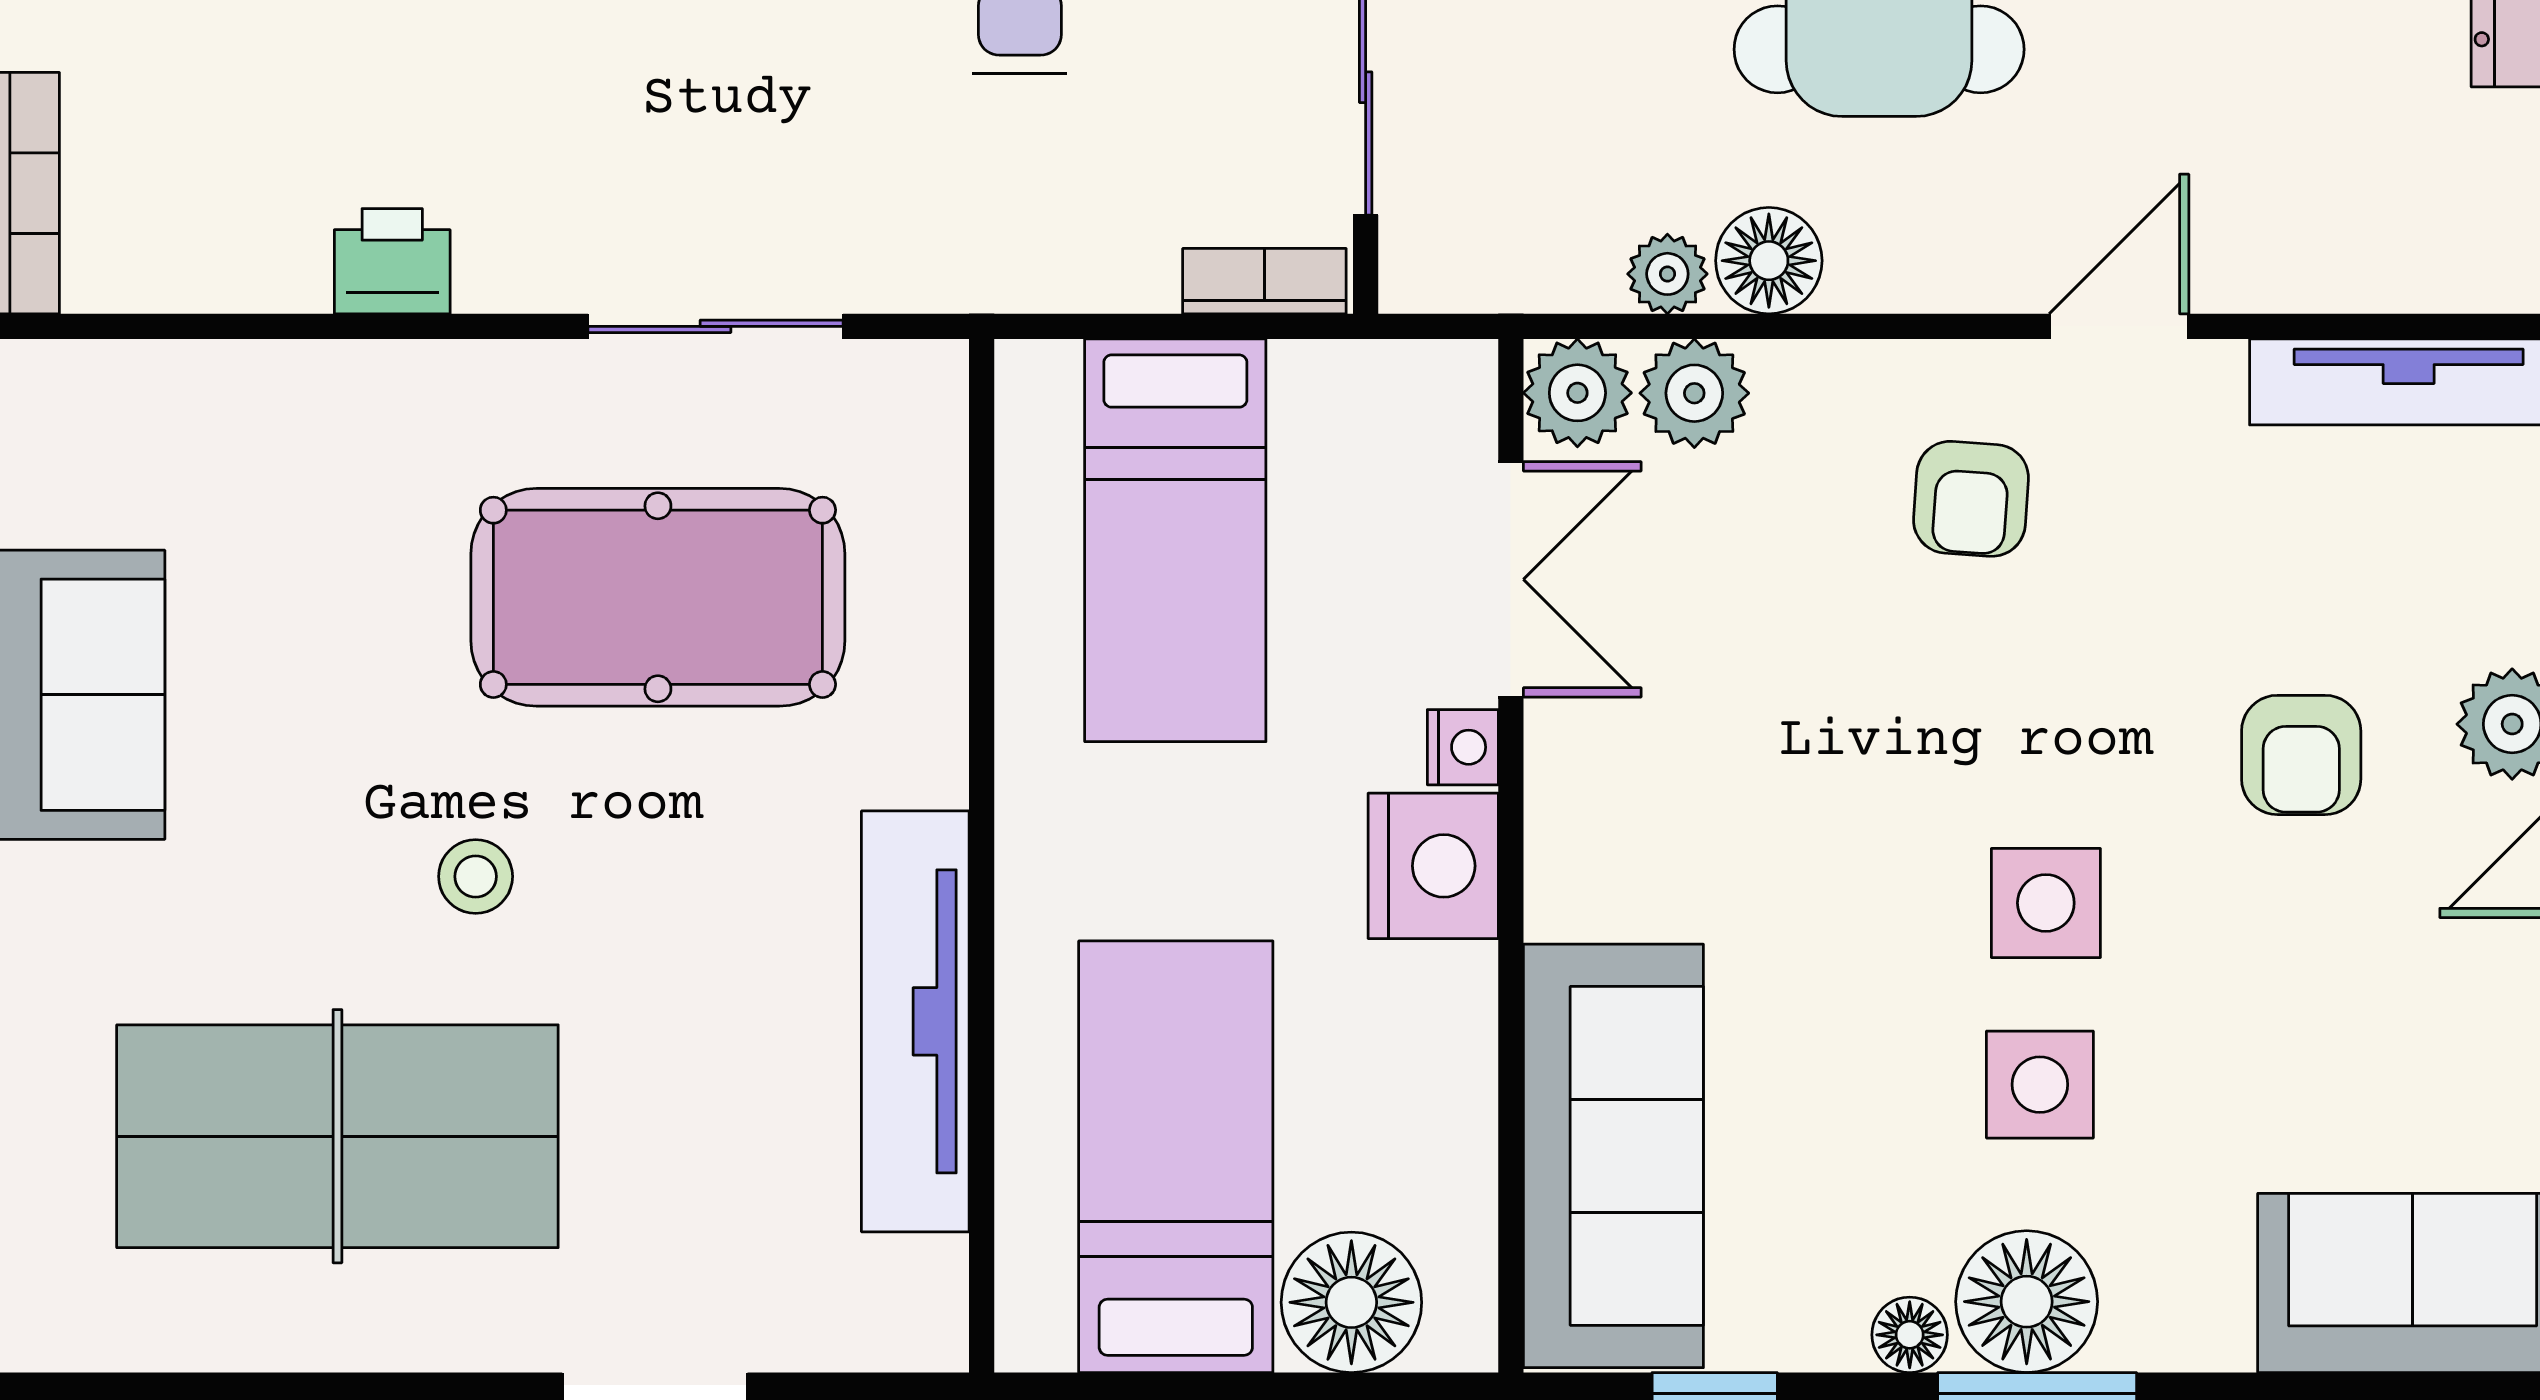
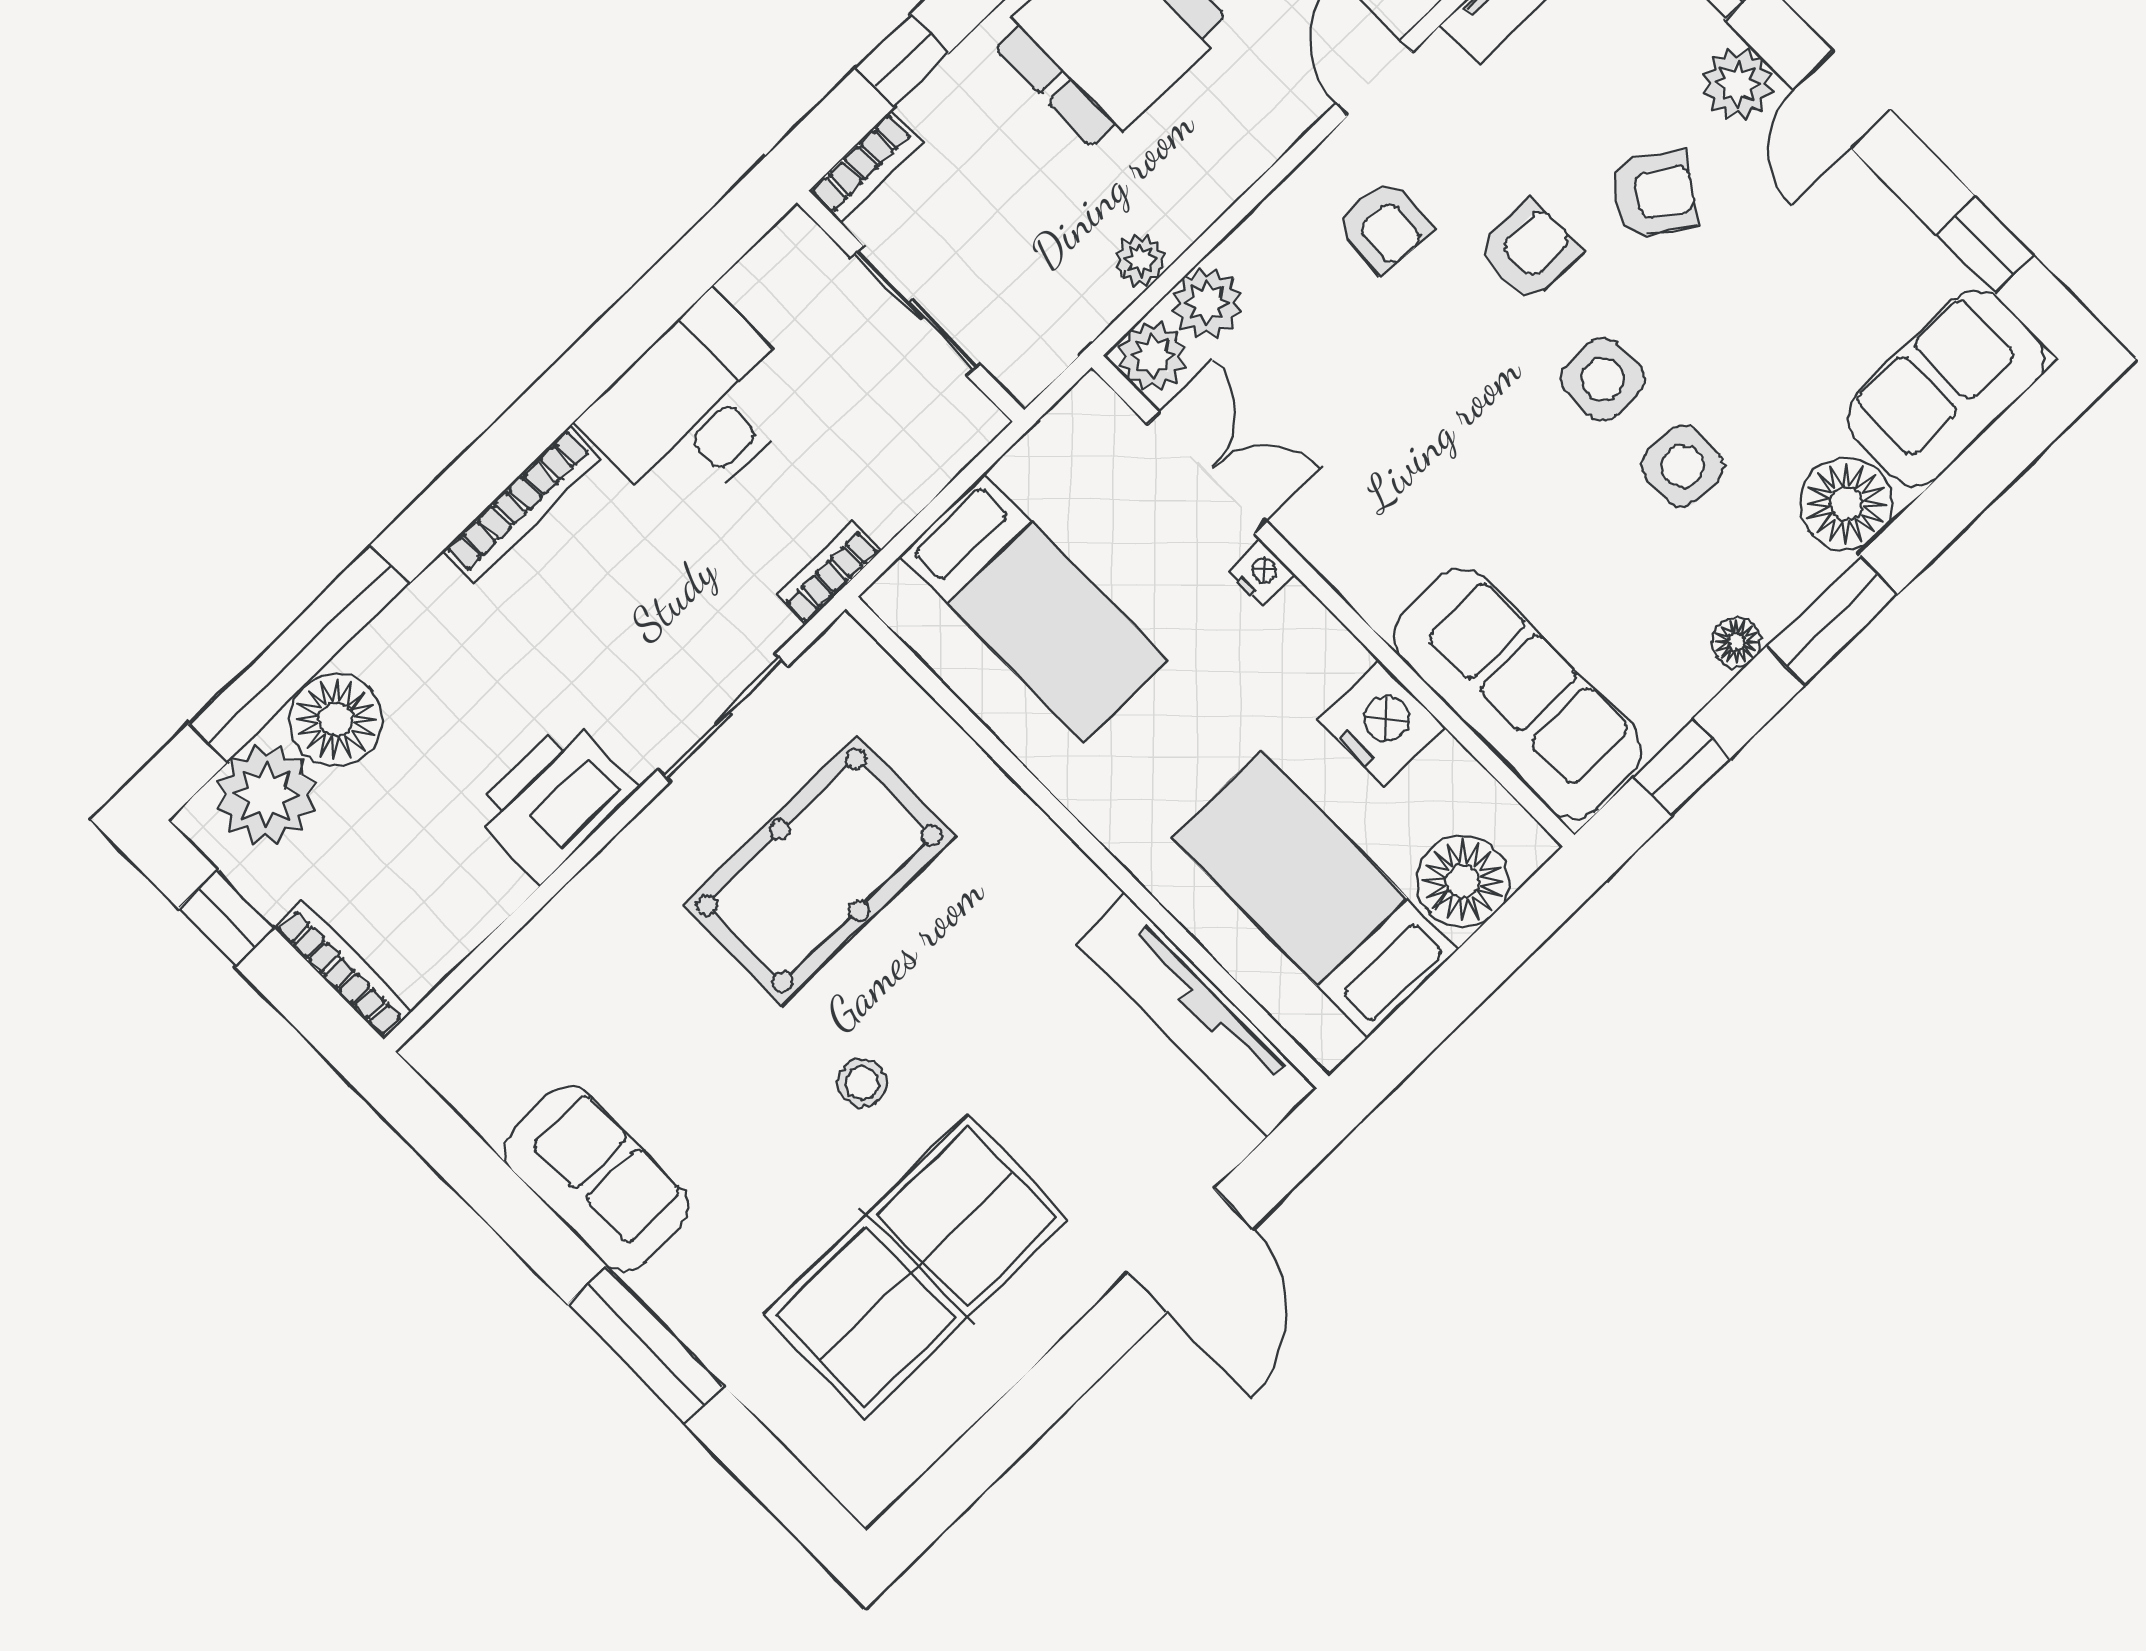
printer: (392, 261) -> (555, 801), width x1.87, depth x1.48
floor lamp: (1769, 261) -> (1181, 207), removed
bookcase: (1264, 281) -> (828, 573), moved
armchair: (2102, 682) -> (1528, 251), added
armchair: (2301, 755) -> (1654, 194), turned -55
nightstand: (1433, 866) -> (1382, 723), moved
tv unit: (915, 1021) -> (1196, 1015), moved
floor lamp: (2027, 1302) -> (1846, 504), moved

